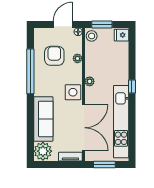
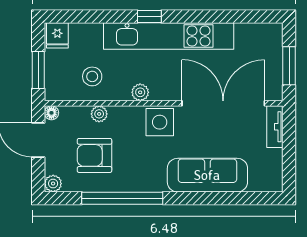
stool: (92, 36) -> (92, 76), moved
kitchen unit: (121, 122) -> (169, 36), moved
plant: (43, 151) -> (53, 184), moved, width x0.53, depth x0.53

